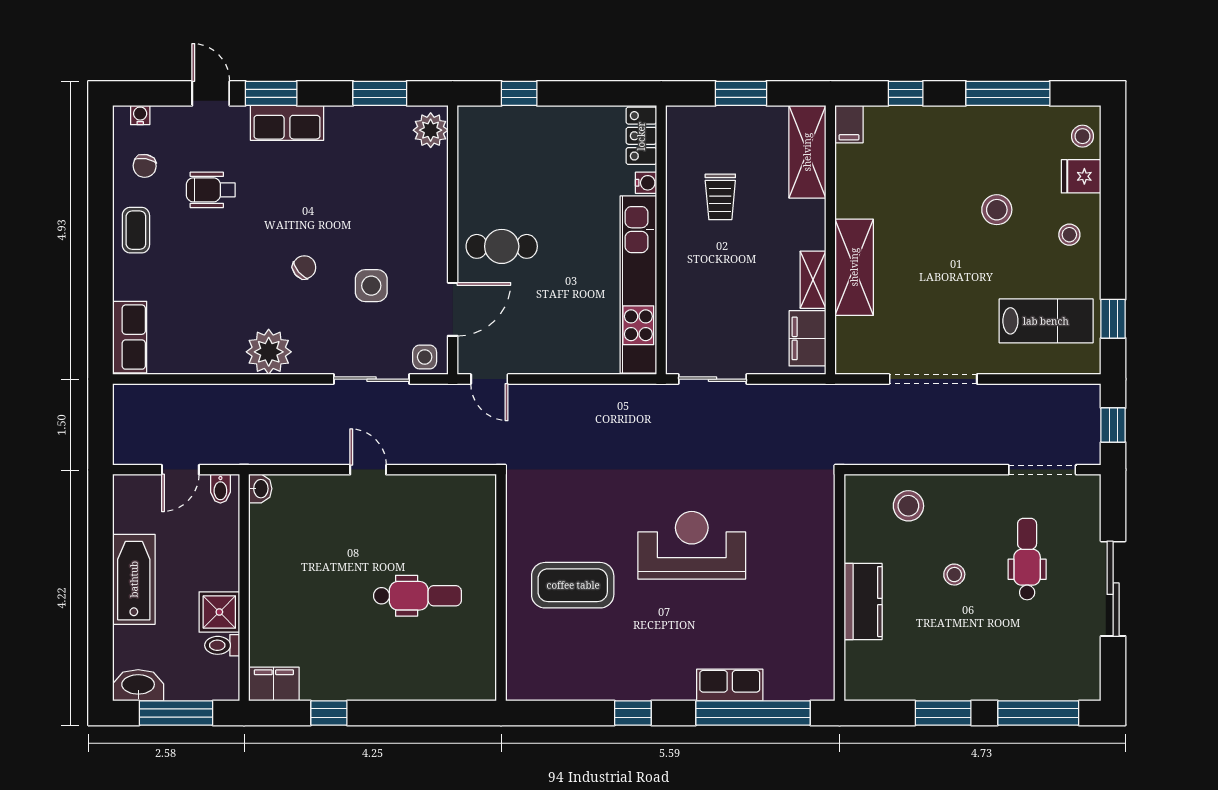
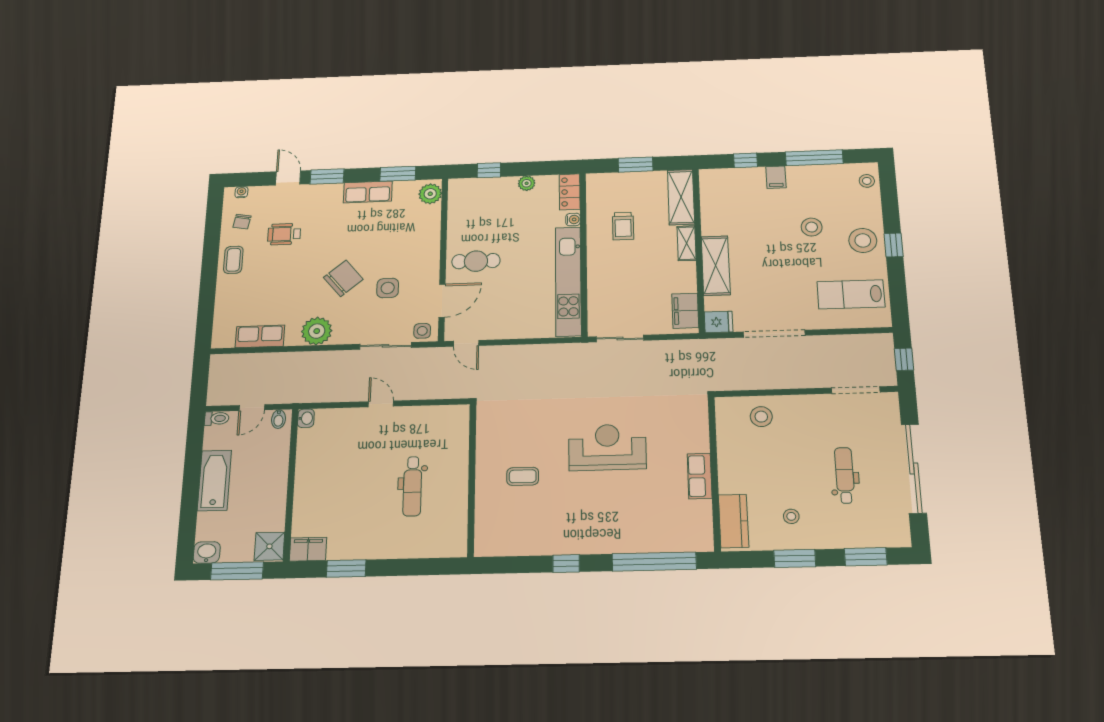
plant: (576, 118) -> (527, 183), added
row of seats: (287, 123) -> (368, 192), moved
filing cabinet: (849, 124) -> (776, 177), moved
fridge: (1081, 176) -> (719, 322), moved, turned 180
stool: (1069, 235) -> (863, 240), width x1.89, depth x1.89
chair: (304, 267) -> (343, 278), width x1.87, depth x1.87
shelving: (813, 280) -> (687, 243), moved
window: (1113, 319) -> (894, 245), moved
lab bench: (1046, 321) -> (851, 294), turned 180
row of seats: (130, 337) -> (260, 336), moved, turned -90
dental chair: (1027, 559) -> (845, 475), moved
stool: (954, 575) -> (791, 516), moved
coffee table: (573, 585) -> (523, 476), width x0.54, depth x0.58
sliding door: (1113, 589) -> (914, 469), width x1.36
dental chair: (418, 596) -> (412, 486), turned 90
kitchen counter: (863, 602) -> (734, 521), moved
shower: (219, 612) -> (269, 546), moved
toilet: (222, 645) -> (217, 418), moved, turned 180
washbasin: (138, 685) -> (207, 552), width x0.72
row of seats: (730, 685) -> (700, 476), moved, turned -90
window: (329, 713) -> (346, 568), width x1.50
window: (1038, 713) -> (866, 557), width x0.69

